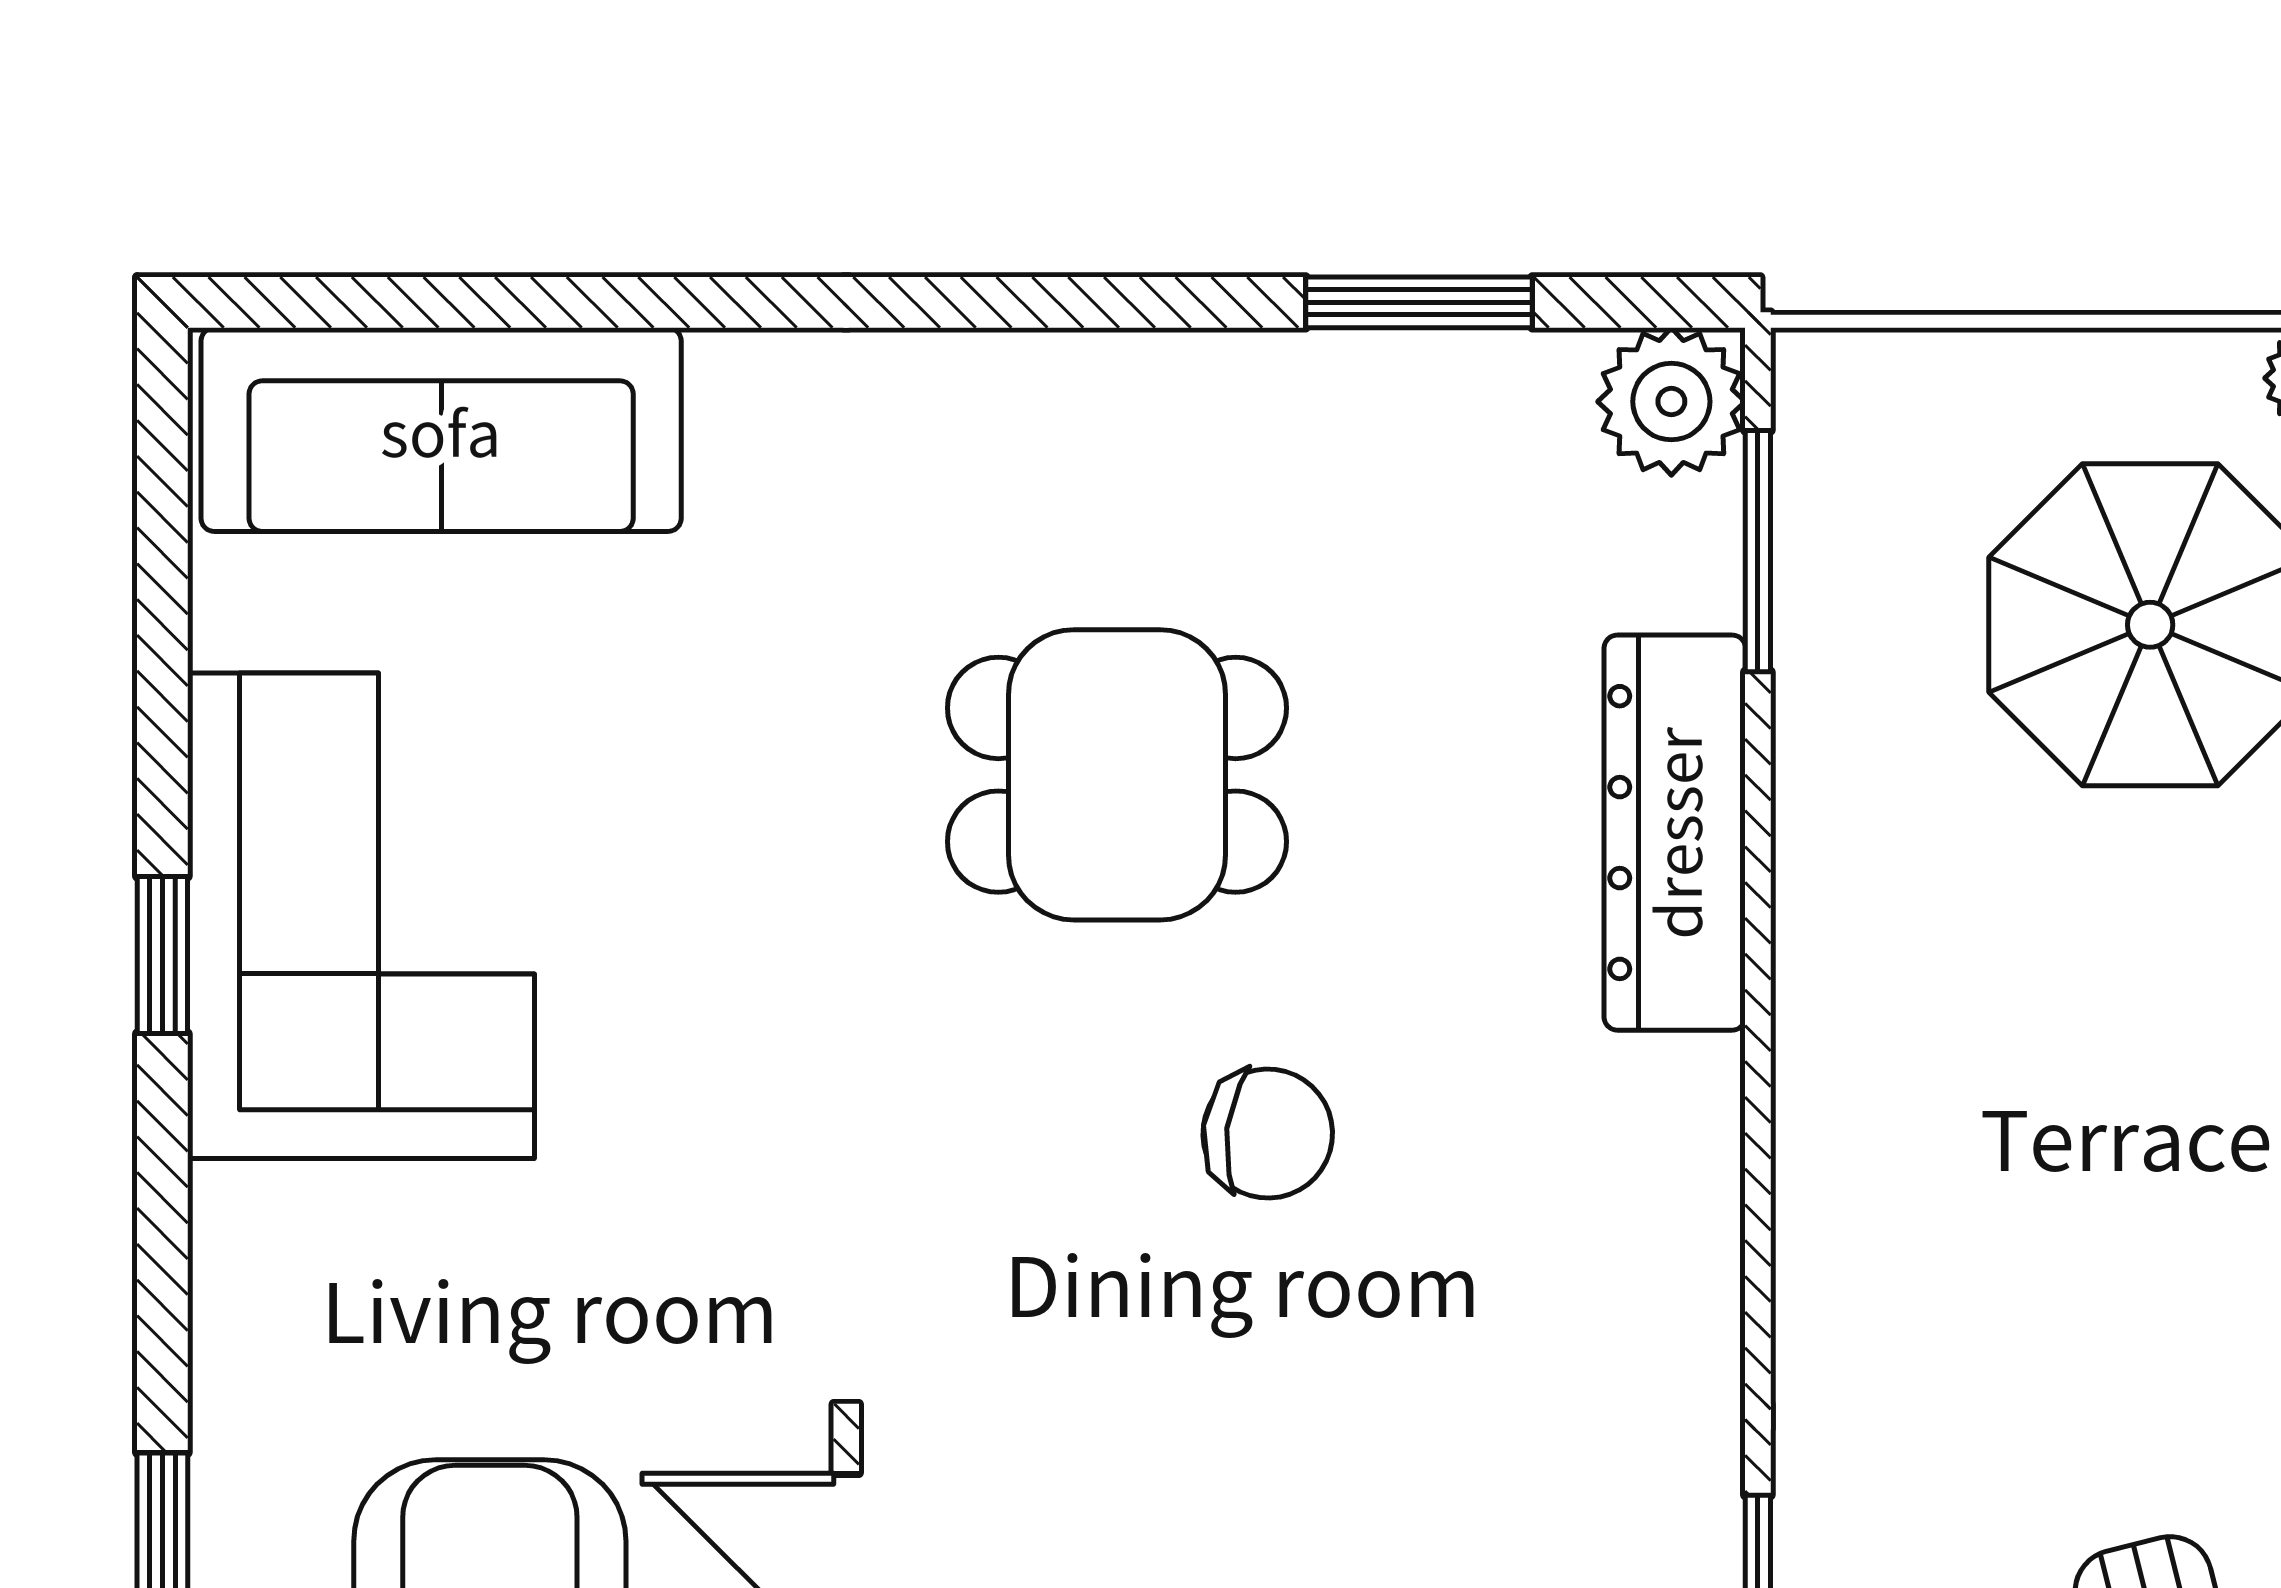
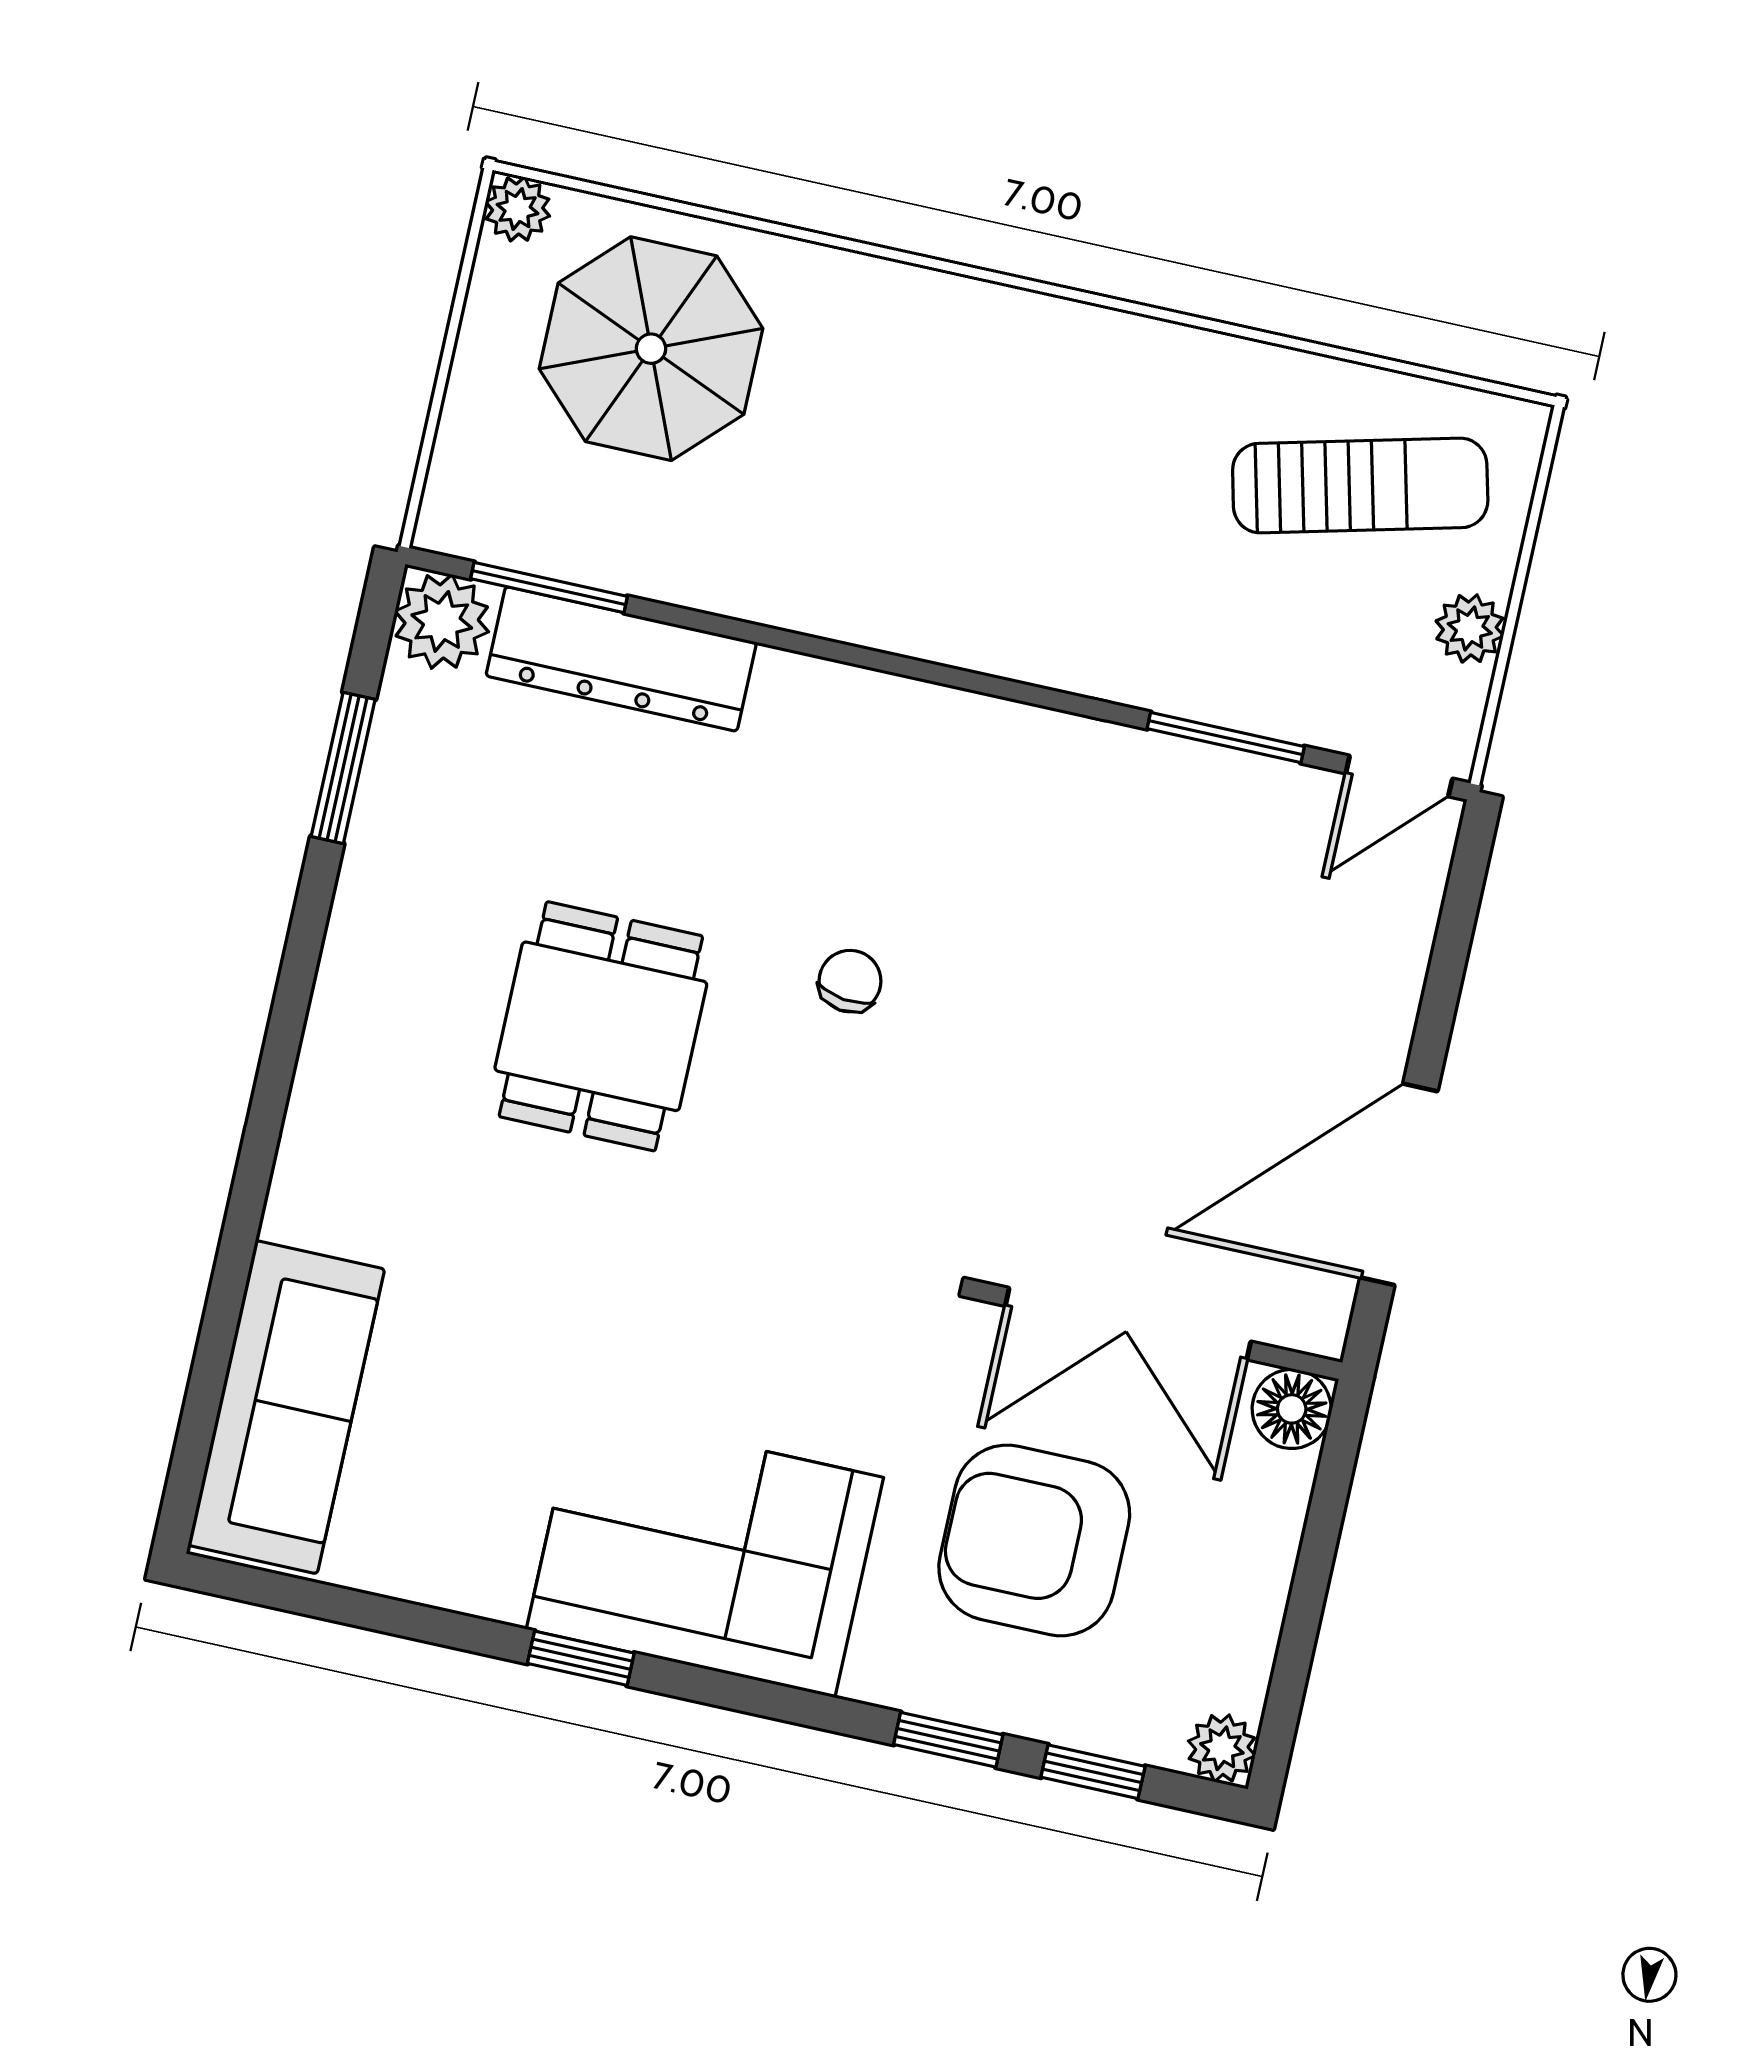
dresser: (1675, 833) -> (621, 659), moved
corner sofa: (361, 916) -> (705, 1553), moved
chair: (1268, 1134) -> (850, 981), width x0.73, depth x0.73

